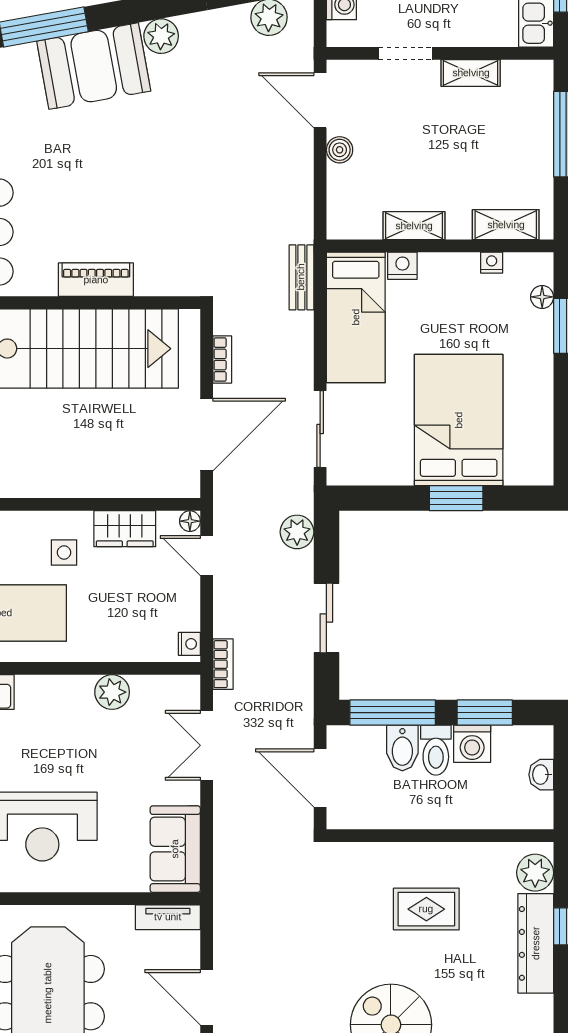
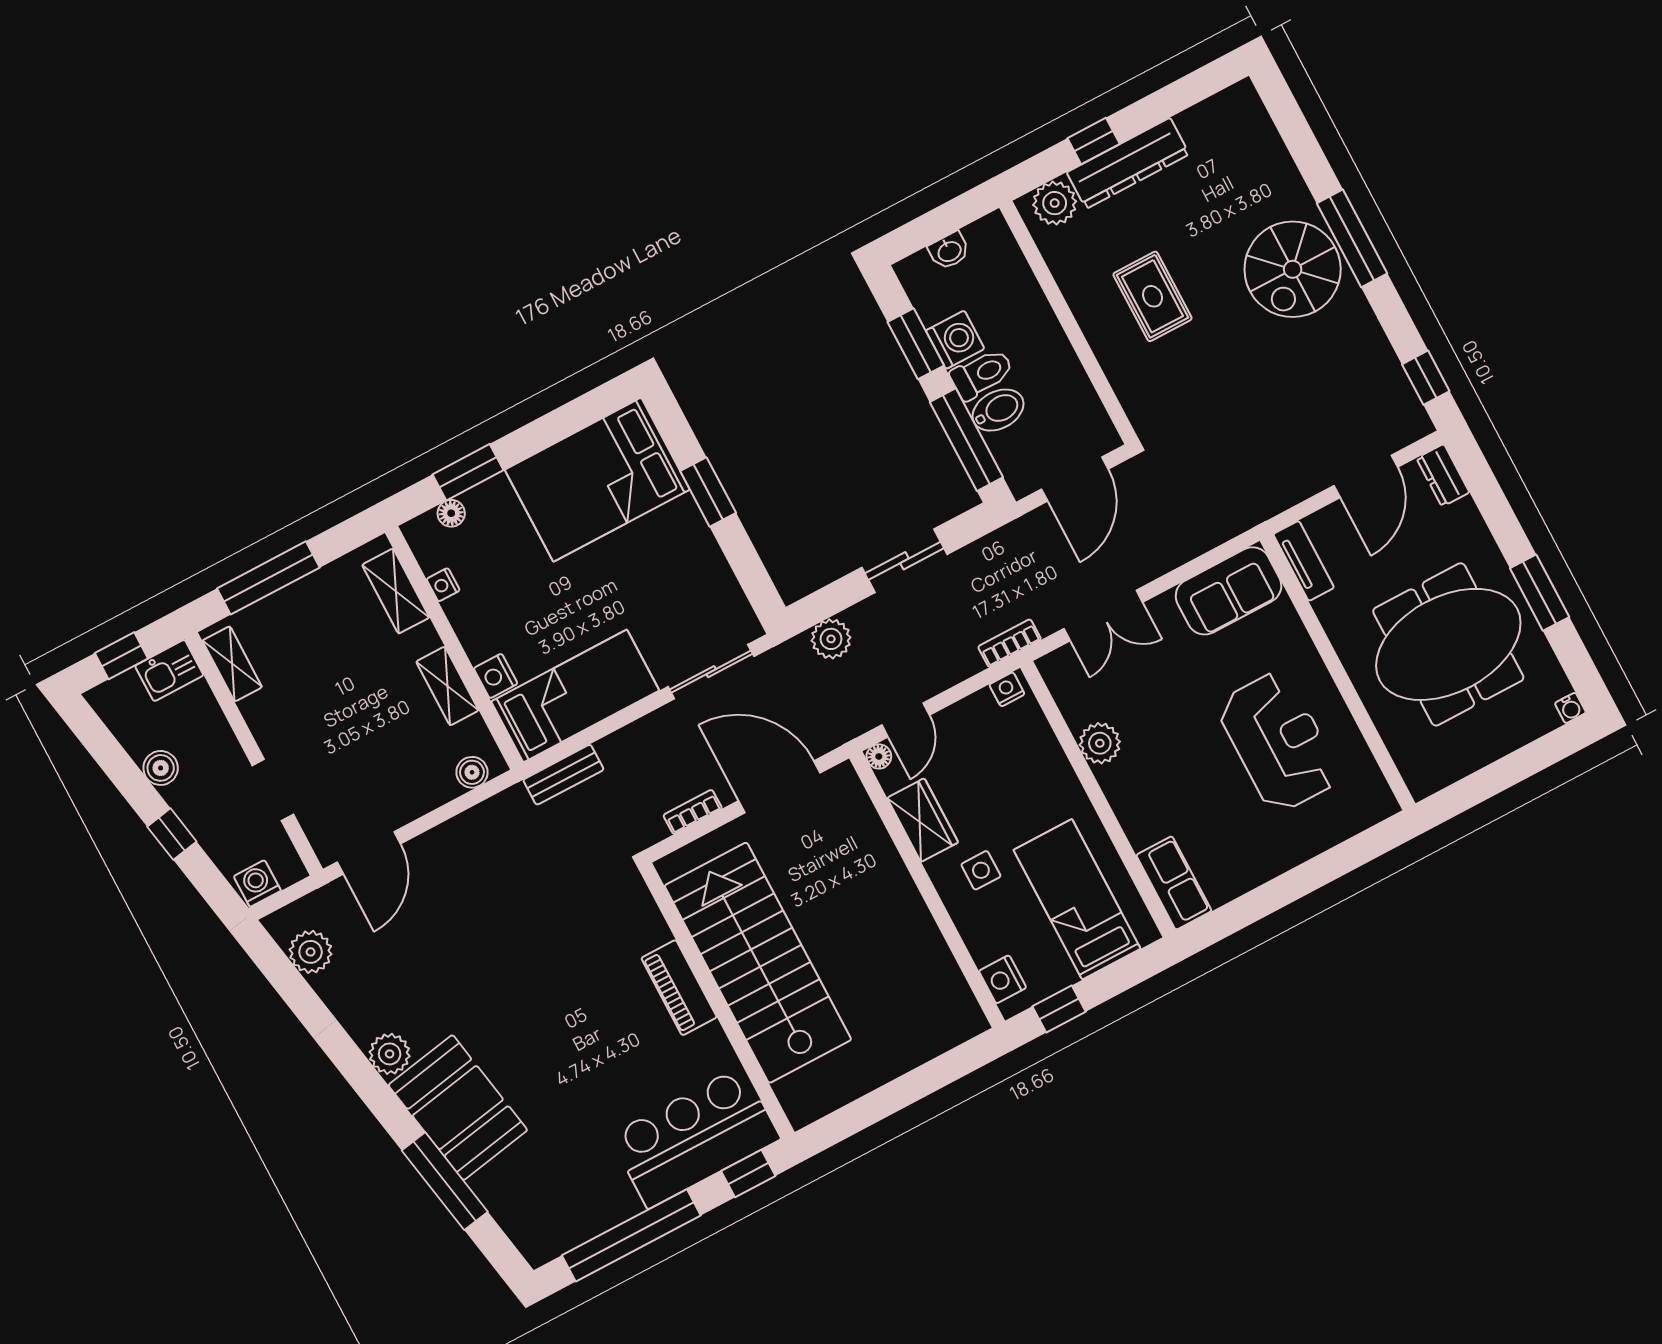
shelving: (471, 73) -> (232, 664), moved
boiler: (340, 150) -> (472, 772), moved
bed: (459, 420) -> (597, 480), moved

